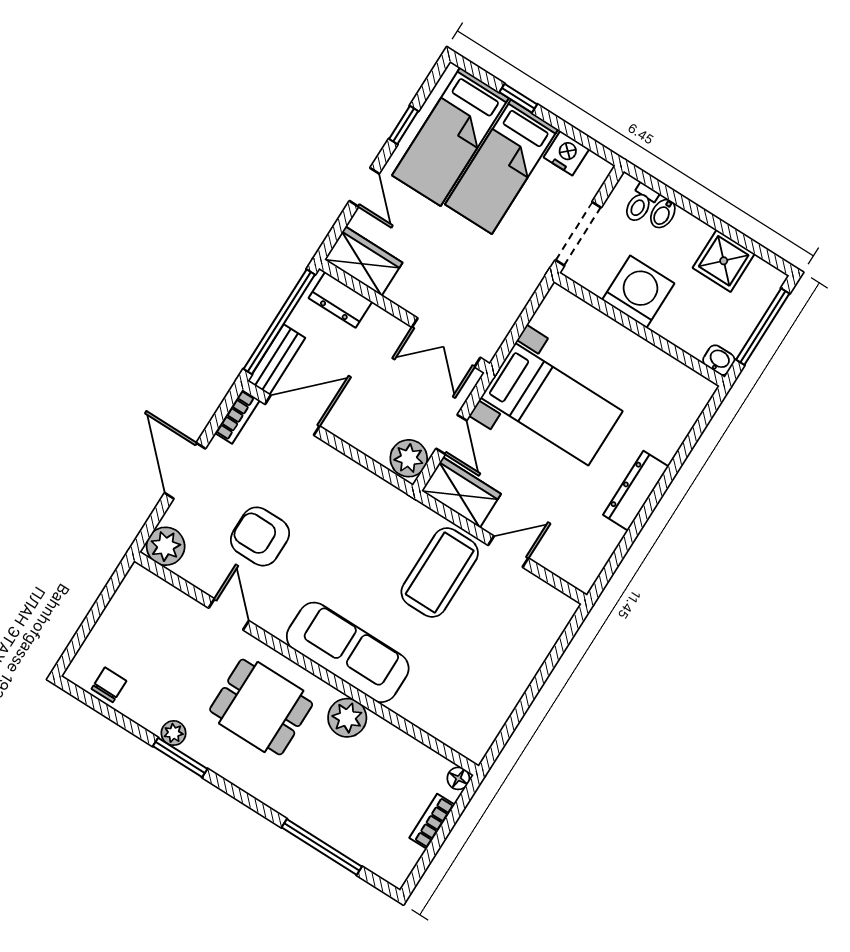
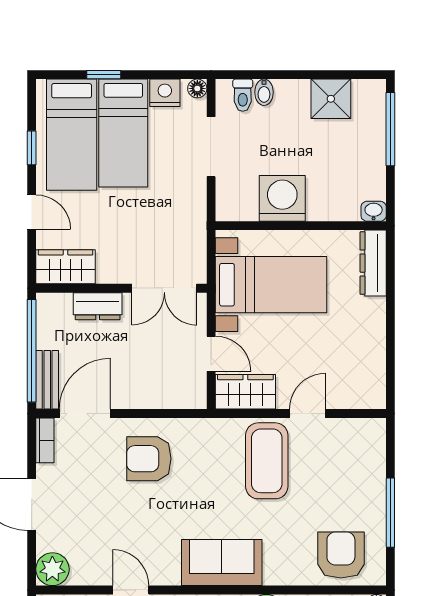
floor lamp: (600, 169) -> (197, 88), added
washing machine: (638, 292) -> (282, 198), moved
dresser: (340, 300) -> (98, 306), moved
wall: (639, 329) -> (301, 226), moved
washbasin: (719, 360) -> (374, 211), moved
plant: (409, 458) -> (191, 391), removed
dresser: (636, 491) -> (373, 263), moved
armchair: (260, 536) -> (149, 459), moved
sofa: (348, 652) -> (222, 563), width x0.73
window: (528, 698) -> (390, 513), added
armchair: (454, 709) -> (341, 555), added

